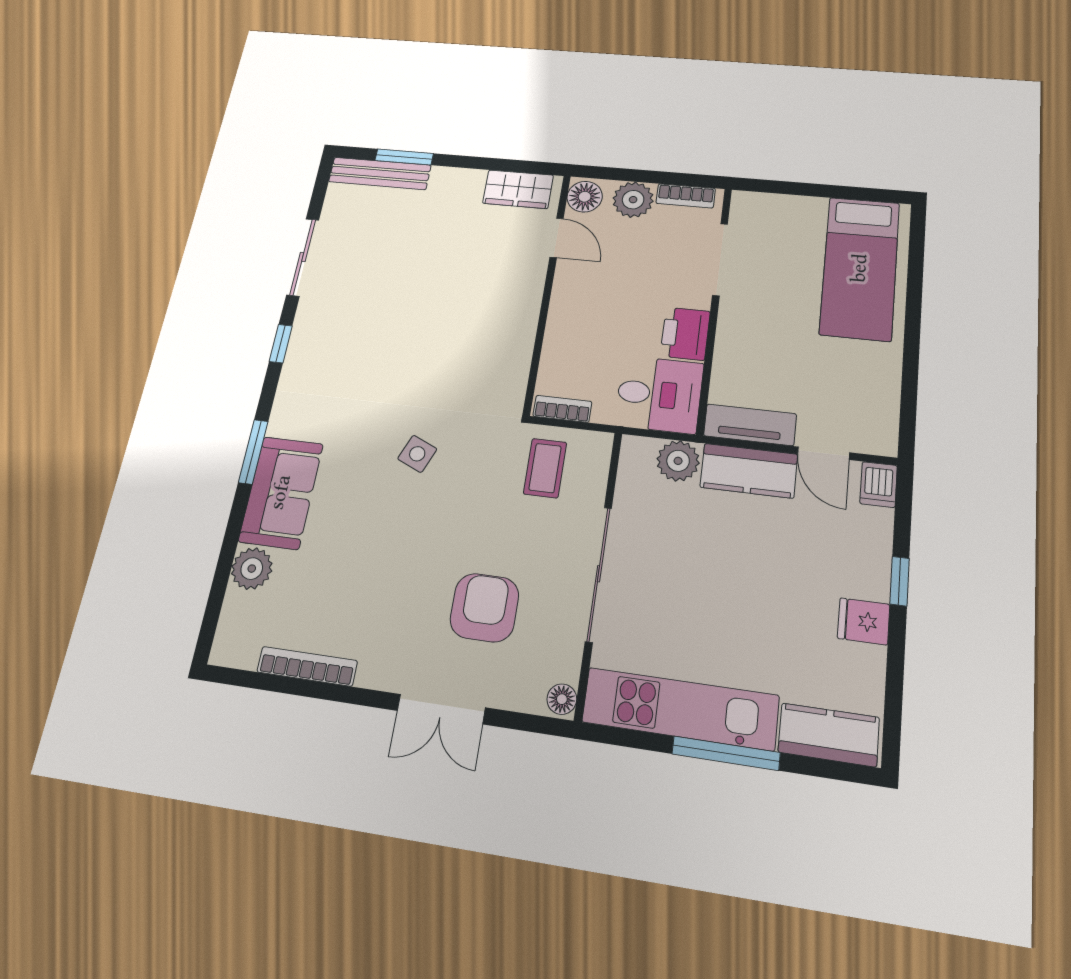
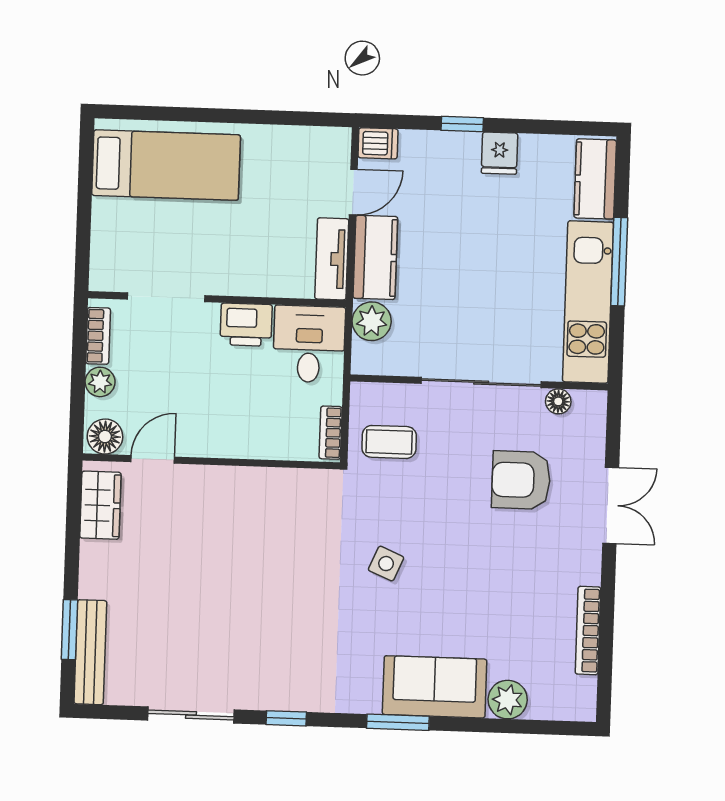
plant: (633, 200) -> (100, 382), width x0.73, depth x0.73
floor lamp: (562, 699) -> (558, 401), moved

